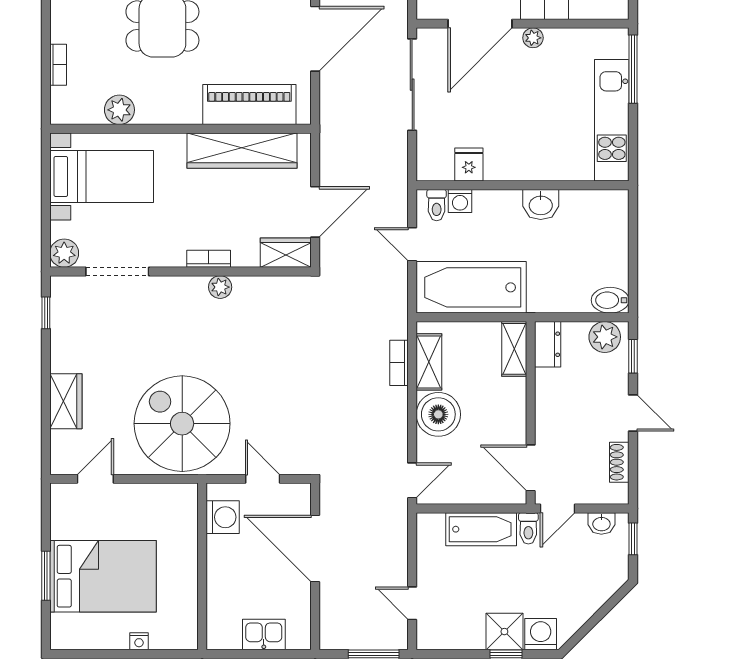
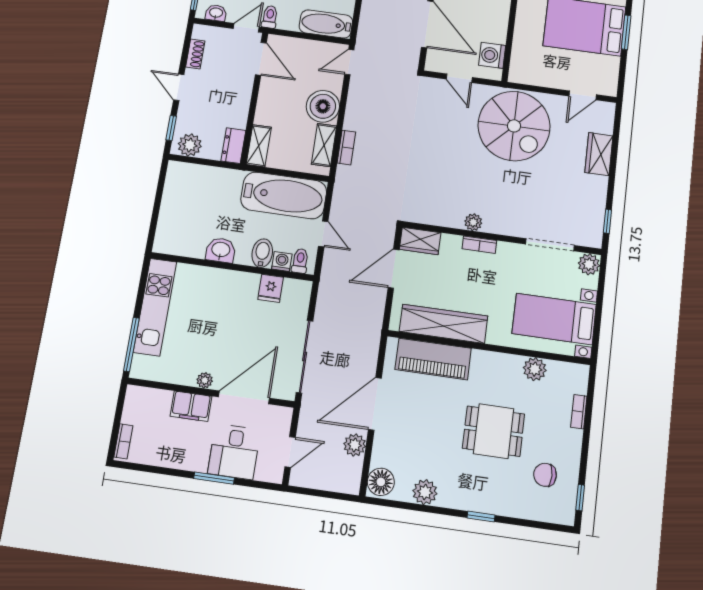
bidet: (610, 300) -> (262, 253), moved, turned -90
bathtub: (481, 529) -> (326, 24), moved

